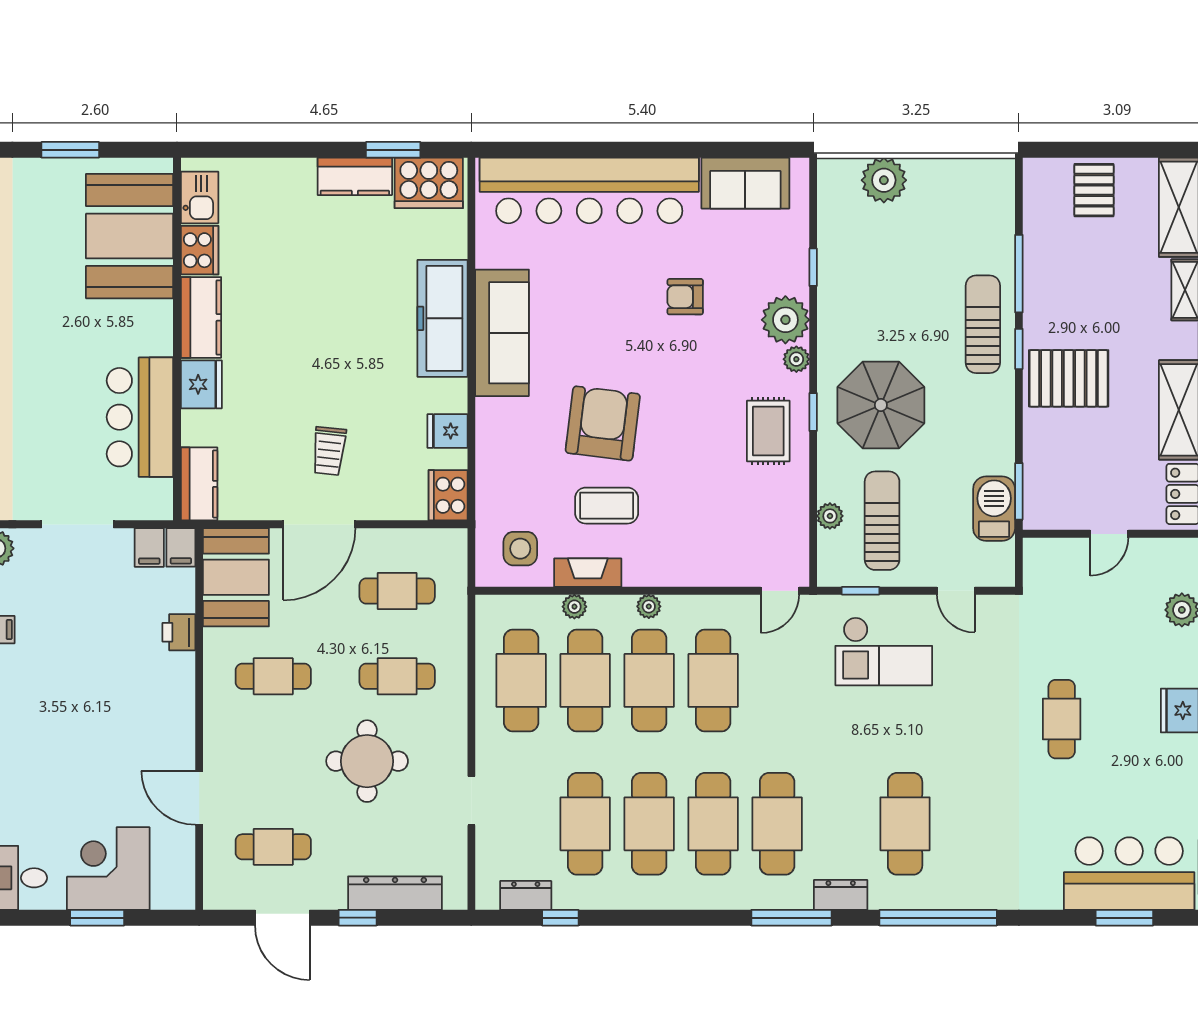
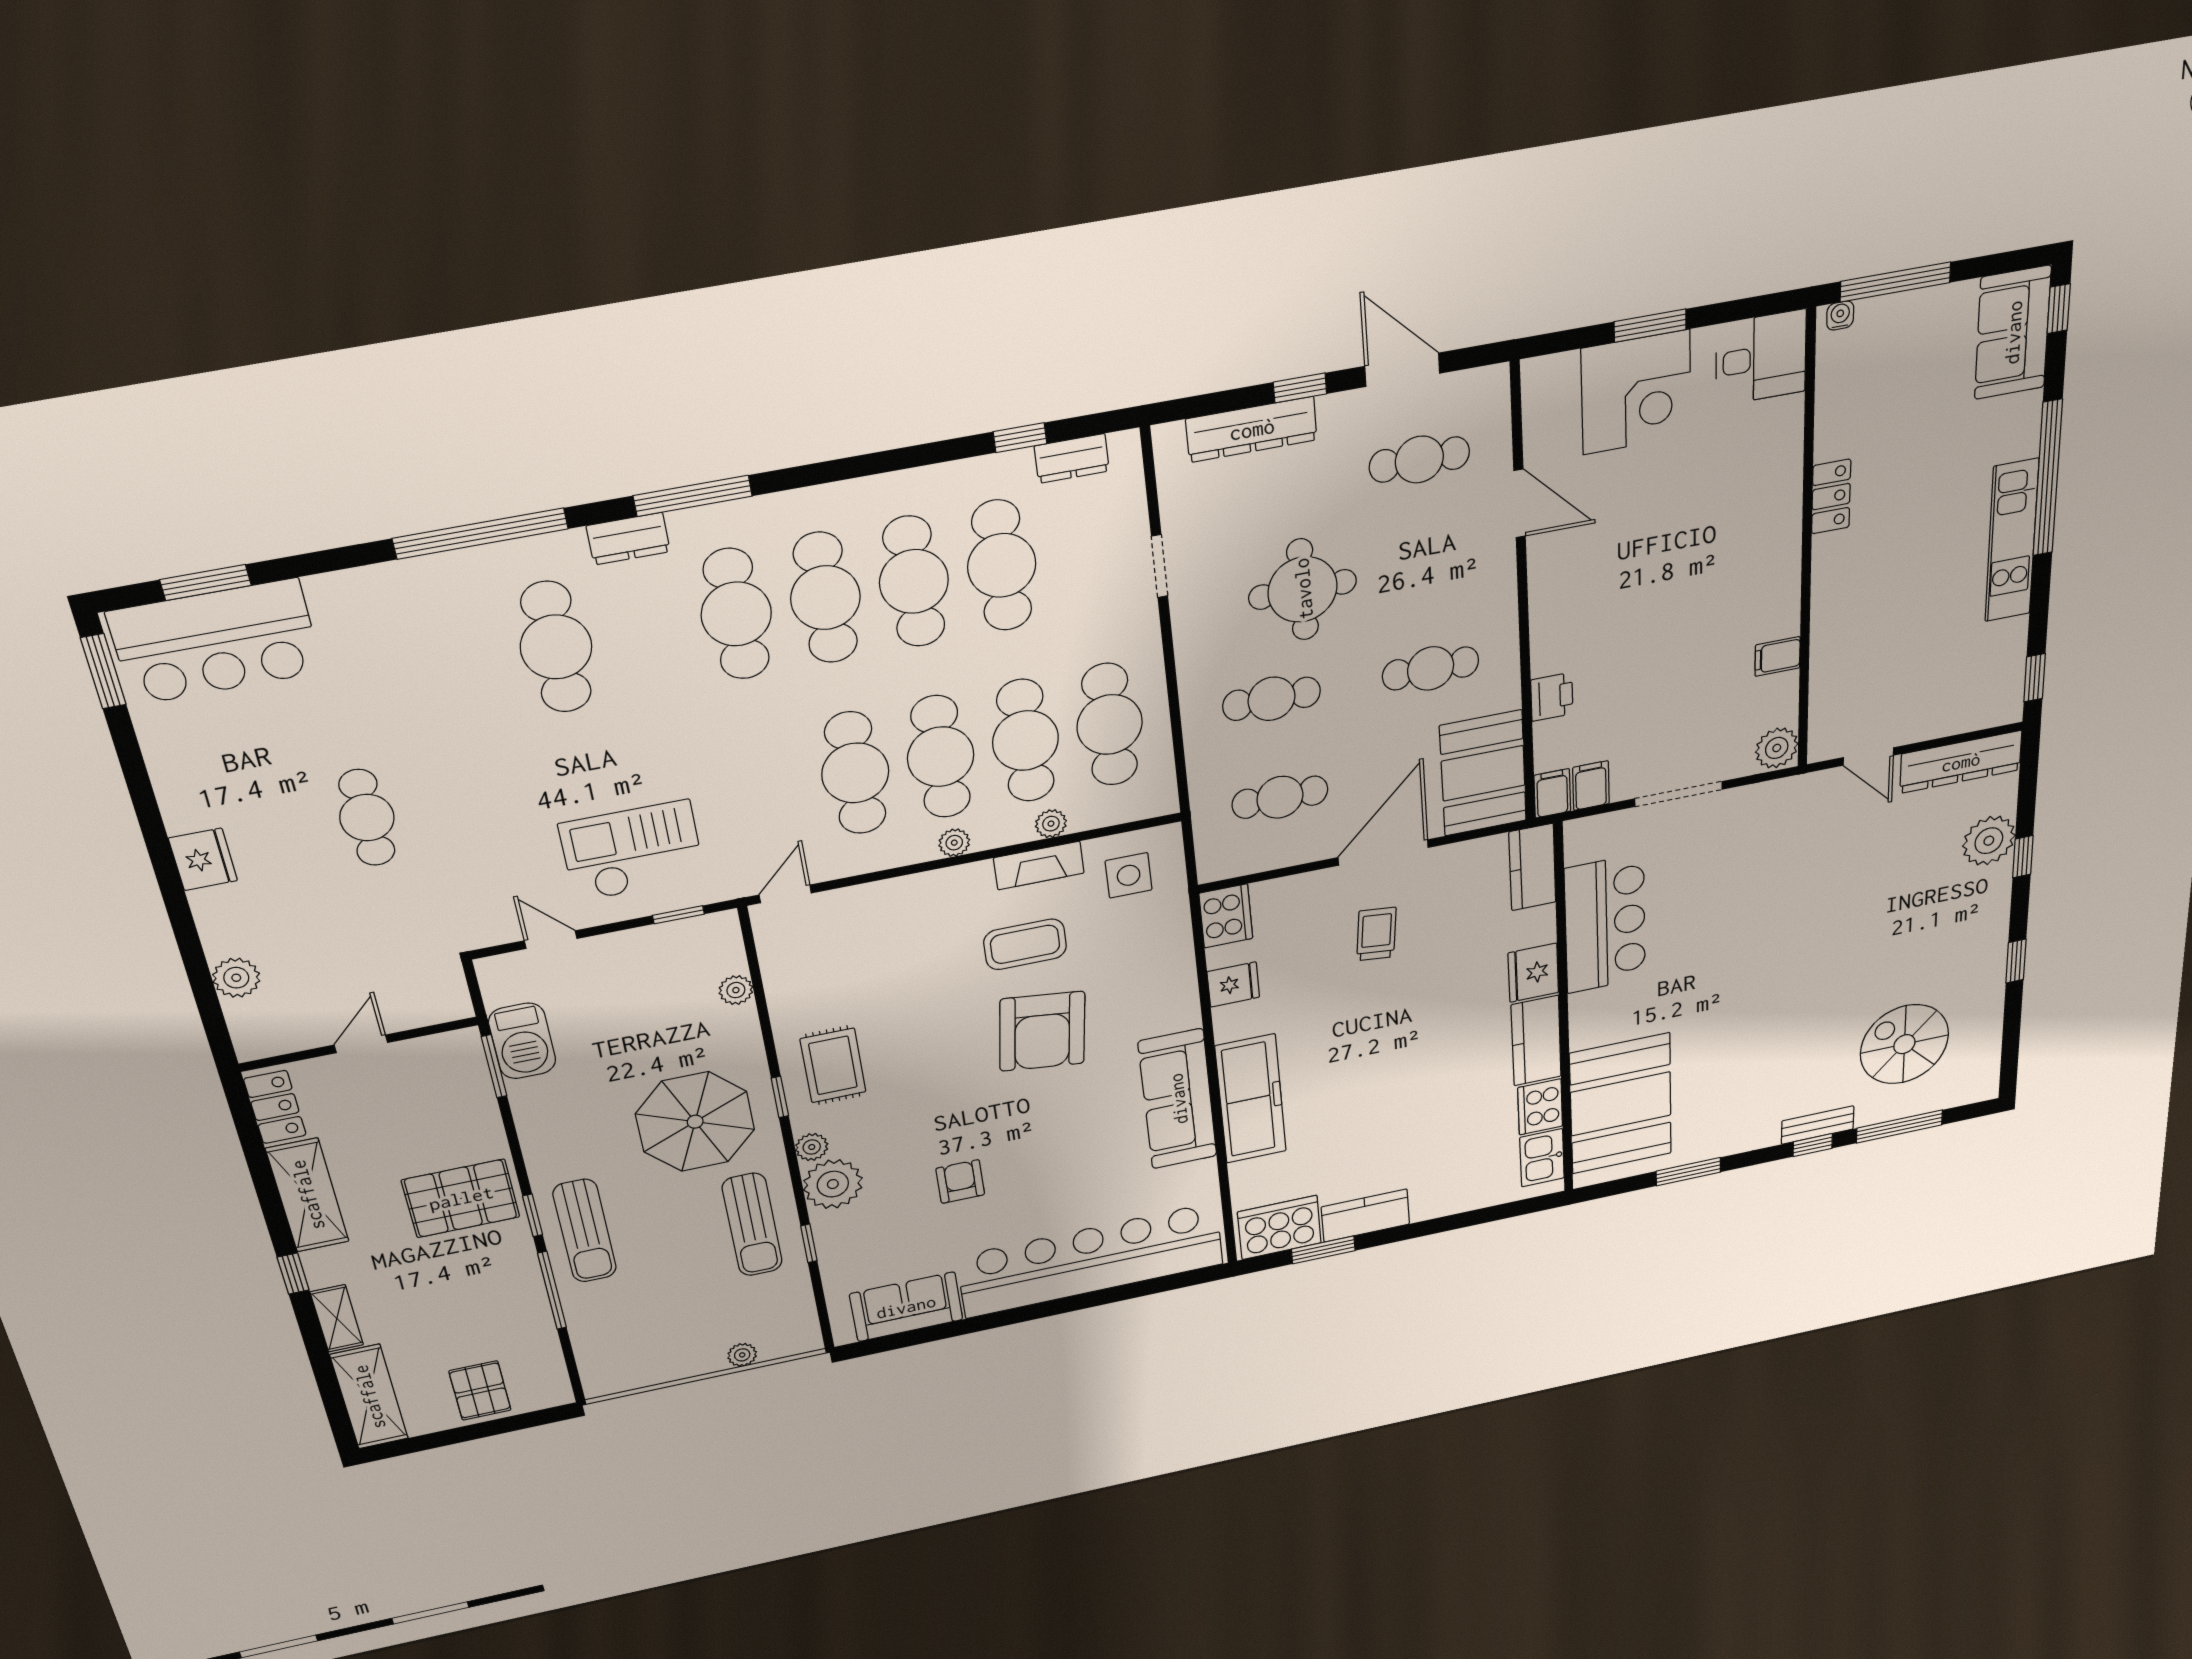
plant: (884, 180) -> (742, 1355), width x0.53, depth x0.53
armchair: (685, 297) -> (960, 1181), turned -90
sun lounger: (882, 521) -> (752, 1225), moved

